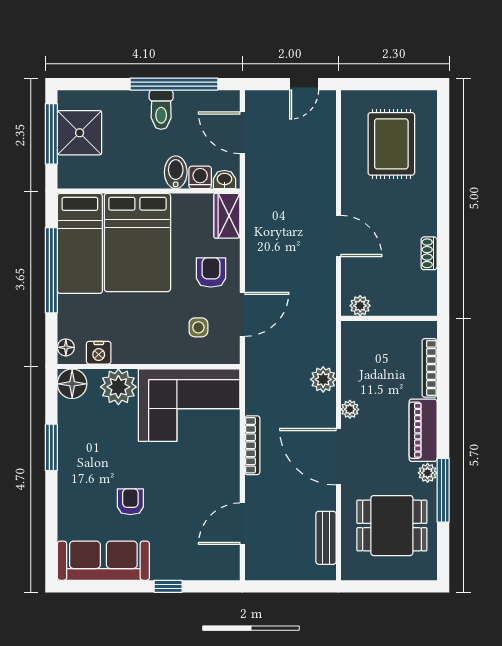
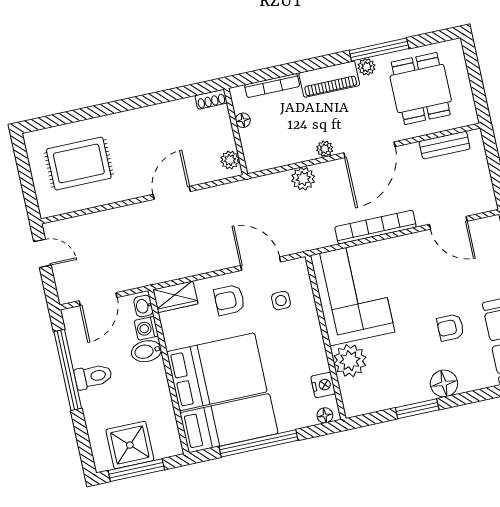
shoe rack: (429, 253) -> (211, 99), moved
floor lamp: (399, 329) -> (243, 120), added
floor lamp: (72, 384) -> (444, 383), moved
bookcase: (252, 445) -> (376, 227), width x1.48, depth x1.31

